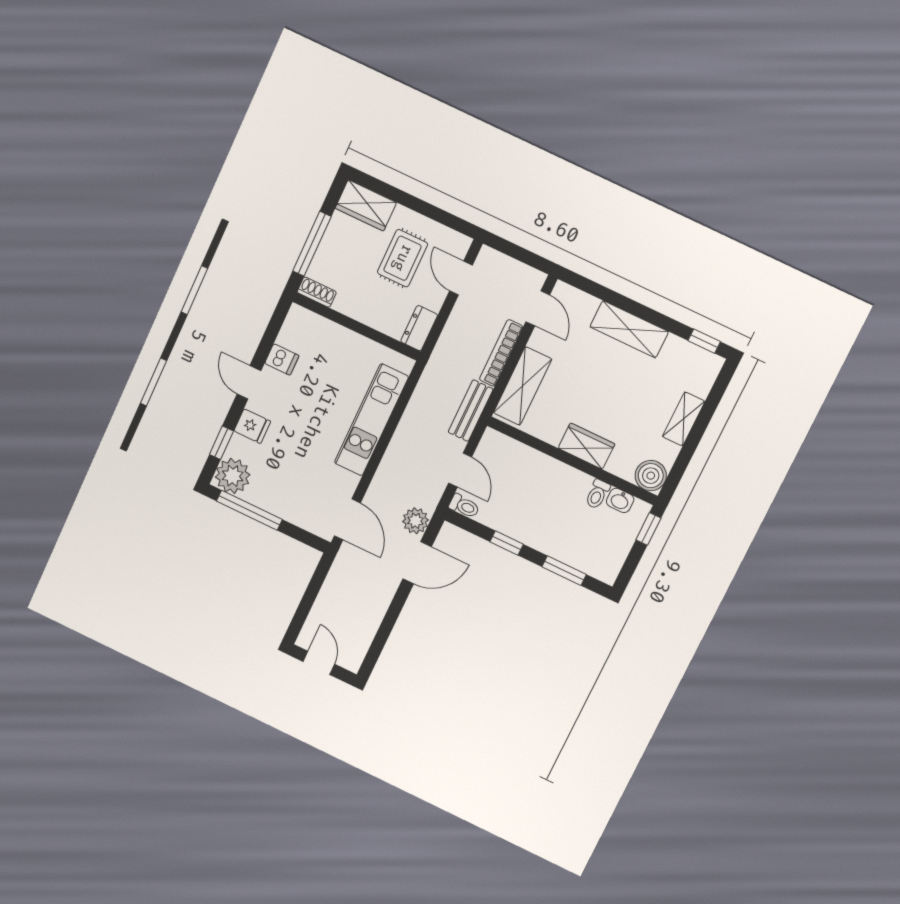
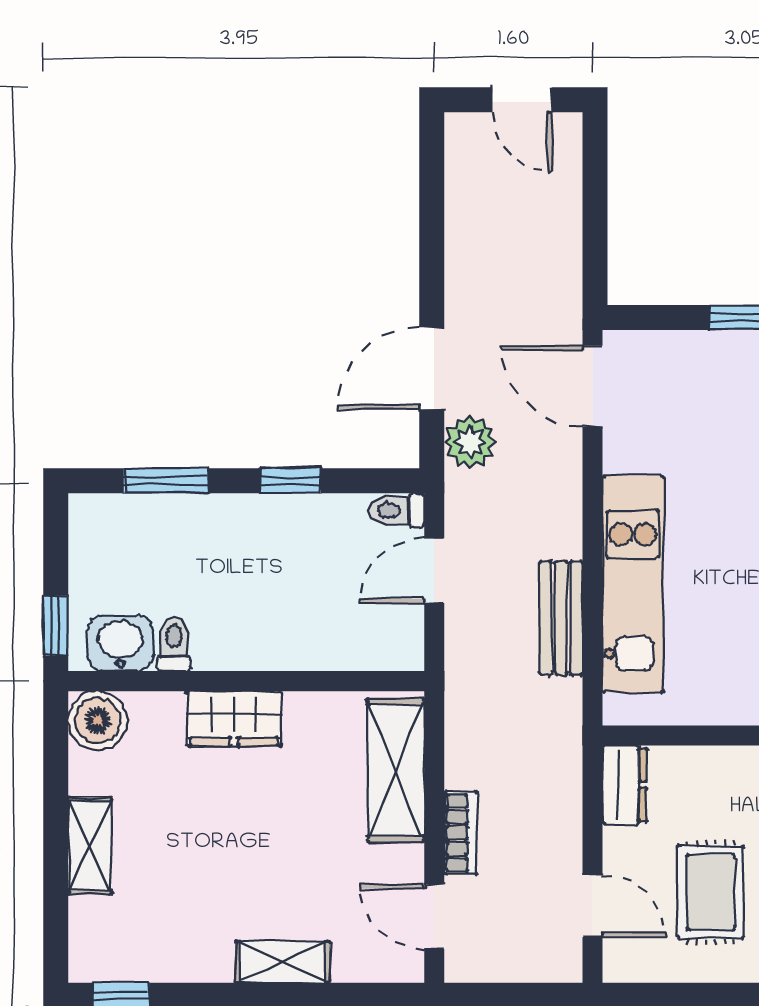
shelving: (629, 329) -> (283, 962), width x0.67, depth x0.75
bookcase: (501, 353) -> (461, 833), width x0.64
bench: (471, 411) -> (561, 618), moved
door: (460, 470) -> (434, 571), hinge flipped
washbasin: (620, 500) -> (120, 643), width x1.38, depth x1.45

